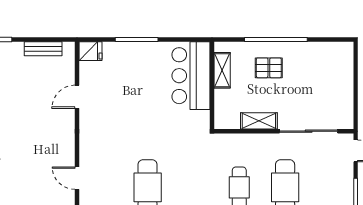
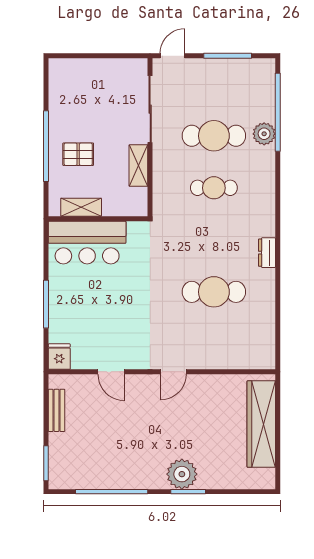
pallet: (269, 68) -> (78, 154), turned 90
door: (77, 178) -> (173, 372), moved

